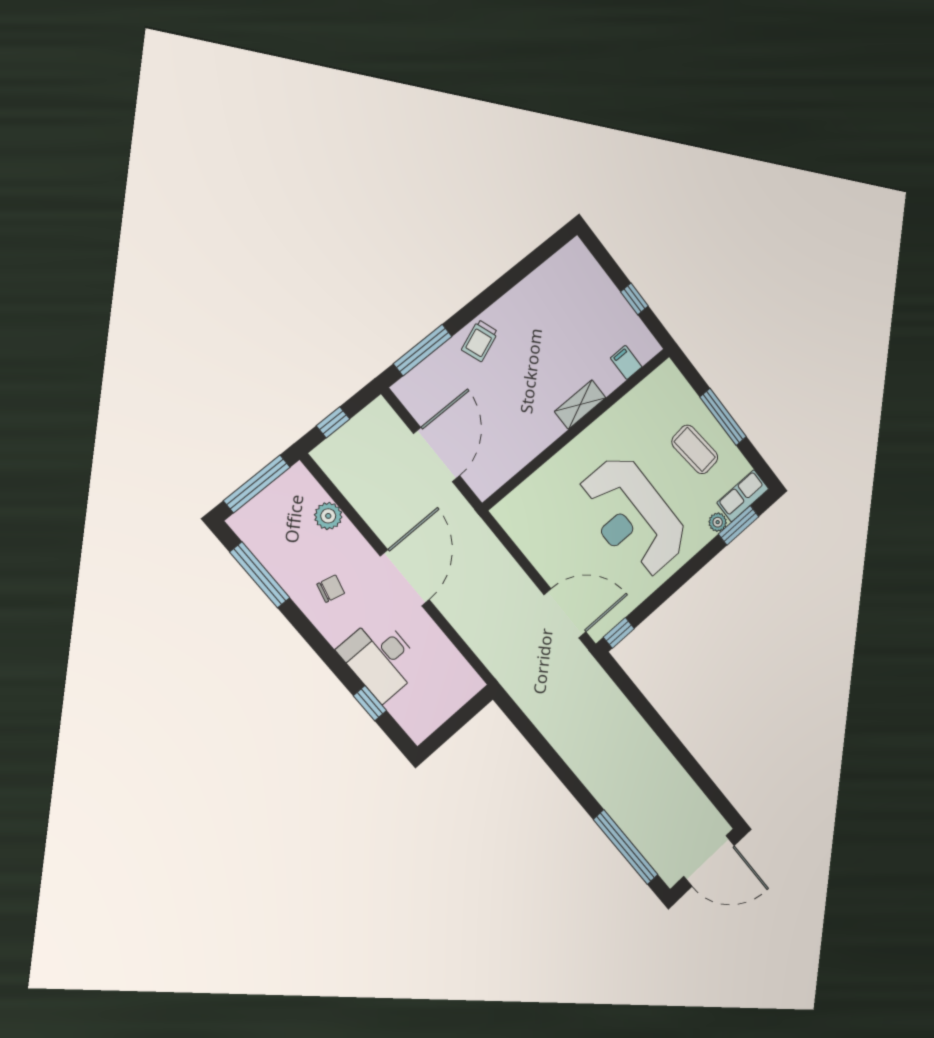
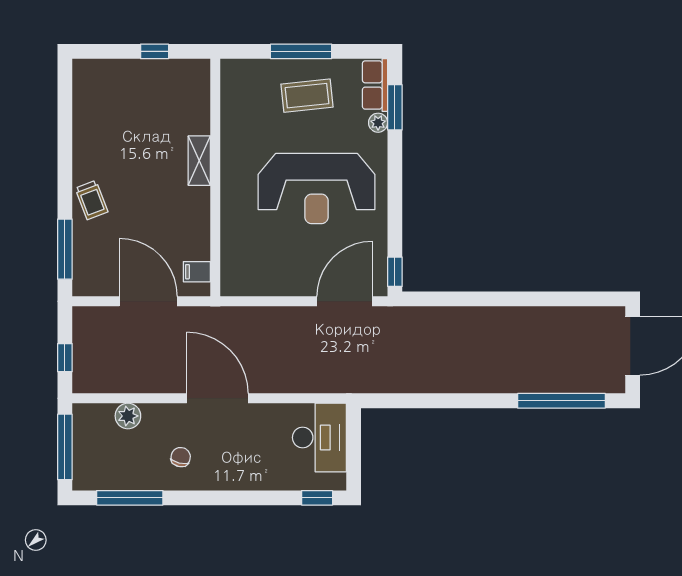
filing cabinet: (626, 362) -> (197, 272), moved
desk: (381, 658) -> (319, 438), moved, turned -90
window: (370, 703) -> (317, 498), moved

